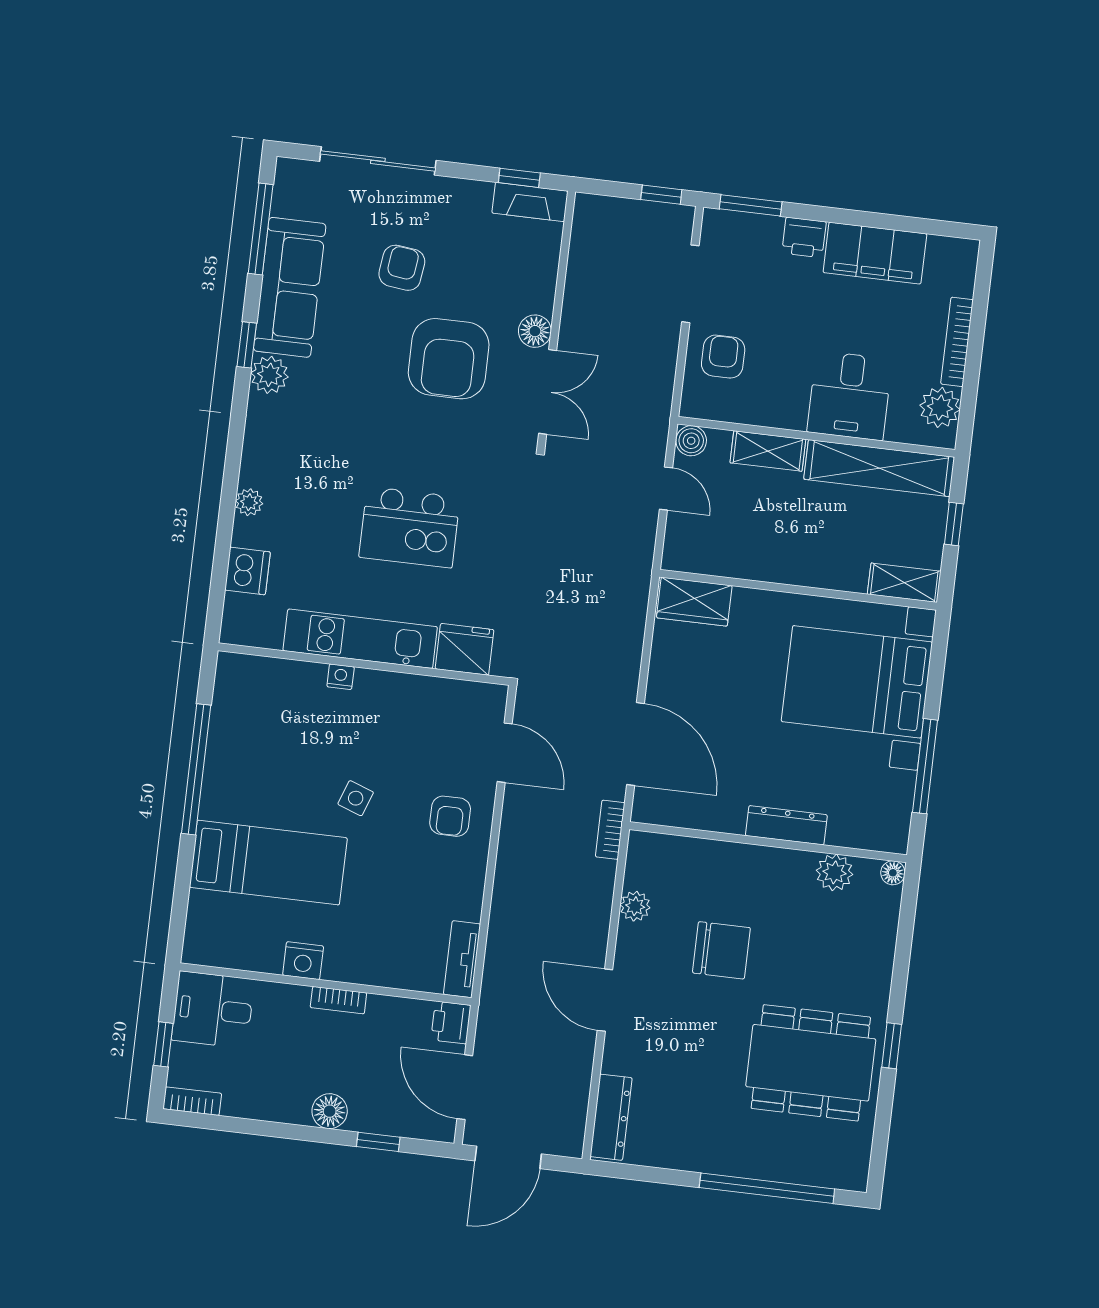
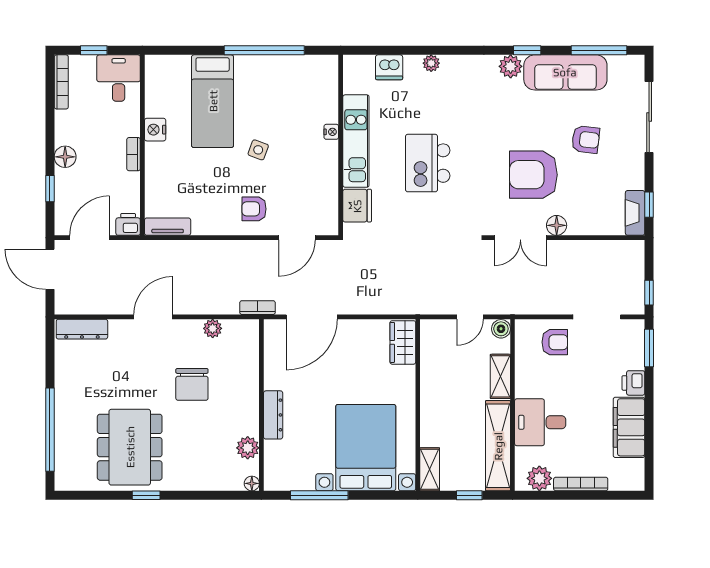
bookcase: (192, 1101) -> (61, 82), width x1.56

